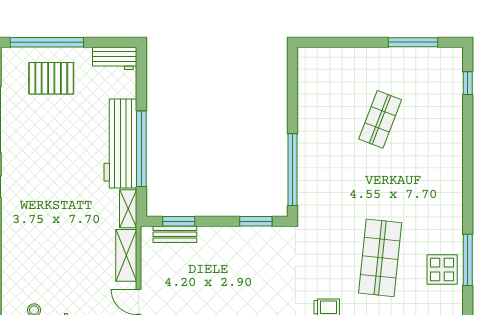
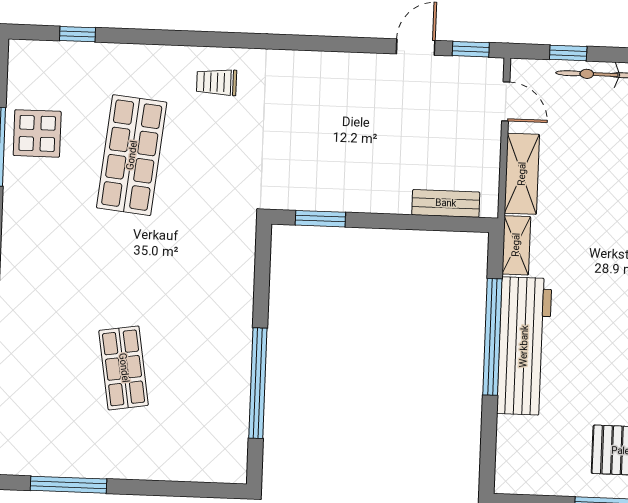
workbench: (115, 58) -> (528, 478), removed
shop shelf: (380, 119) -> (124, 368), turned -30
window: (292, 170) -> (258, 383), moved
window: (179, 221) -> (439, 223), removed

